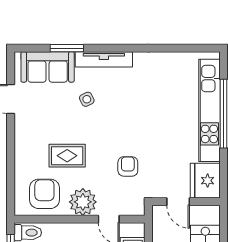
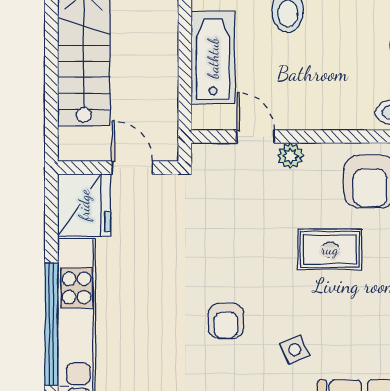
armchair: (128, 166) -> (226, 321), moved
plant: (83, 202) -> (291, 156), width x0.53, depth x0.53

